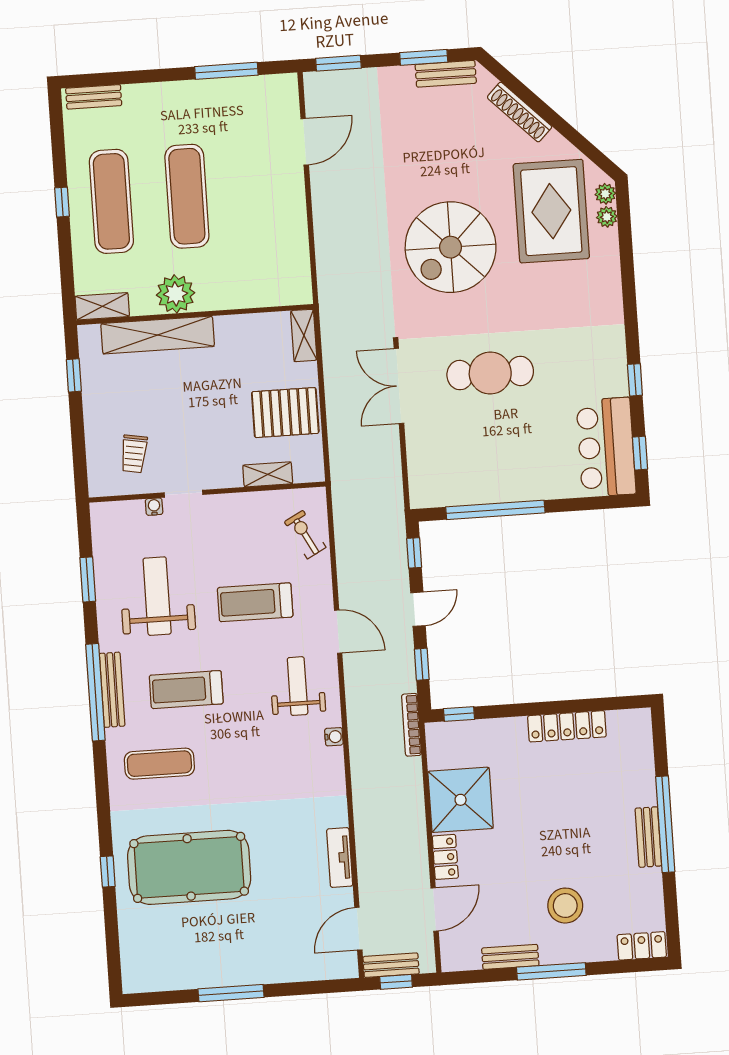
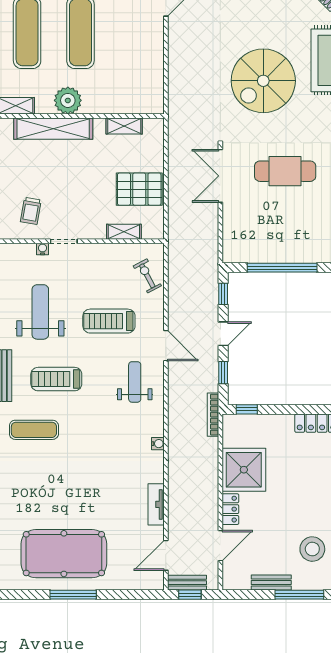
shelving: (304, 335) -> (124, 126), moved, turned 90
water cooler: (334, 737) -> (158, 444), moved
pool table: (189, 867) -> (64, 554), moved

